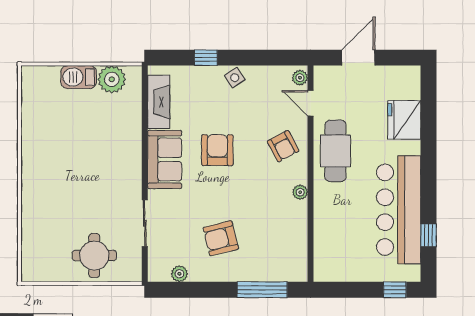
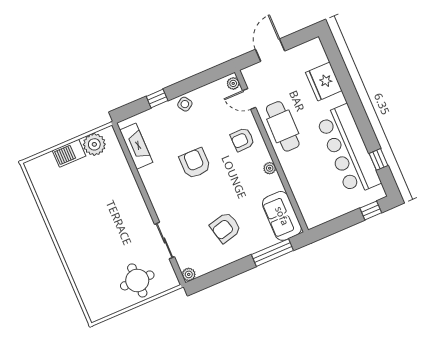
armchair: (283, 146) -> (242, 139), turned 117
sofa: (165, 159) -> (282, 216), moved, turned 180
plant: (179, 274) -> (189, 274), moved

